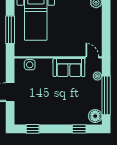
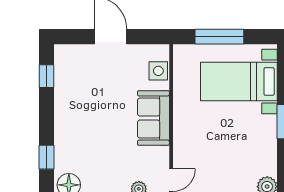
sofa: (69, 68) -> (153, 118), moved

